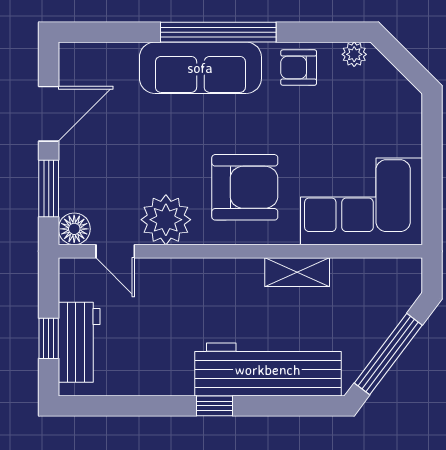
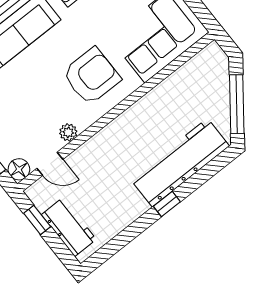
plant: (166, 220) -> (68, 132), width x0.53, depth x0.53
shelving: (297, 272) -> (154, 99), removed
window: (49, 338) -> (37, 220), moved

